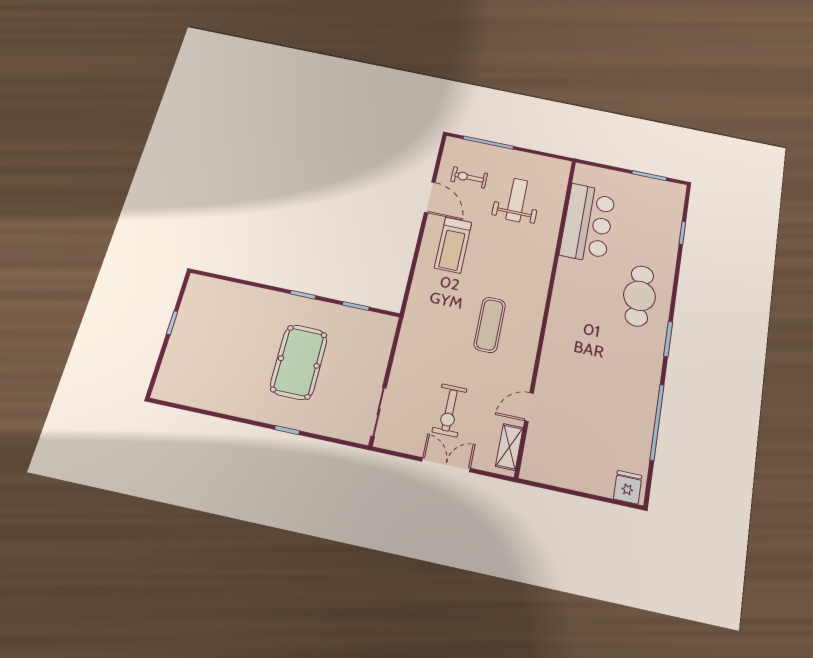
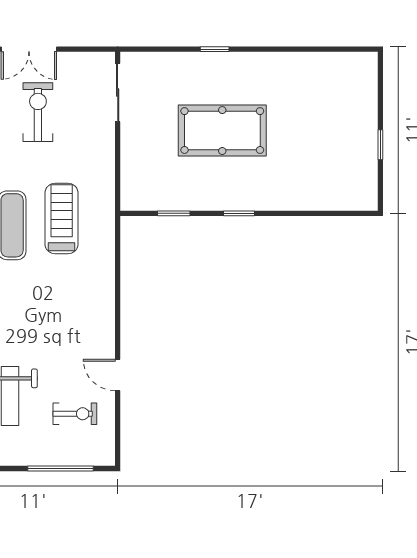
door: (430, 197) -> (118, 375), width x0.73
treadmill: (453, 245) -> (62, 219), moved
pool table: (299, 362) -> (222, 131), turned 90

